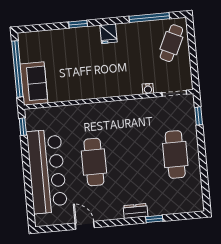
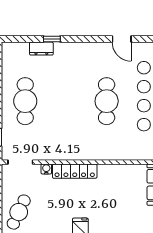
locker: (119, 89) -> (75, 171), added
dresser: (135, 211) -> (41, 49), moved

